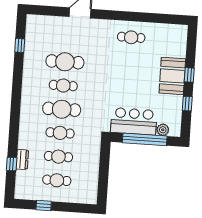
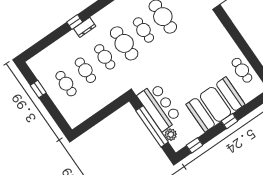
cafe table: (131, 37) -> (242, 70), moved
booth: (172, 76) -> (215, 104), width x1.36, depth x1.42
window: (187, 104) -> (195, 145), moved
dresser: (22, 160) -> (85, 27), moved
window: (12, 164) -> (75, 22), moved

